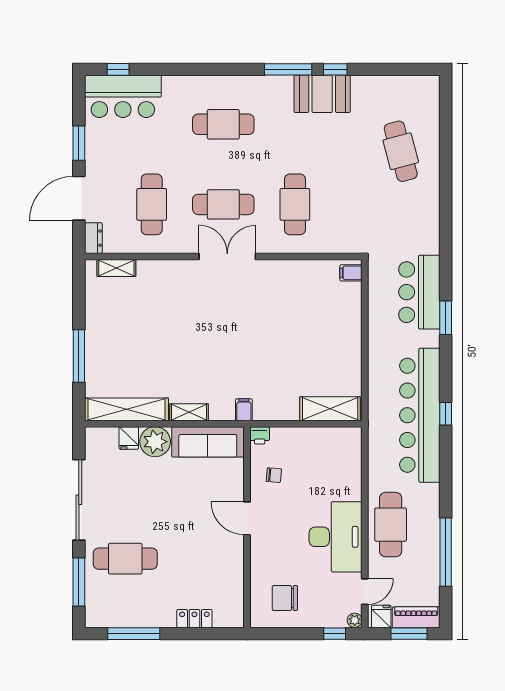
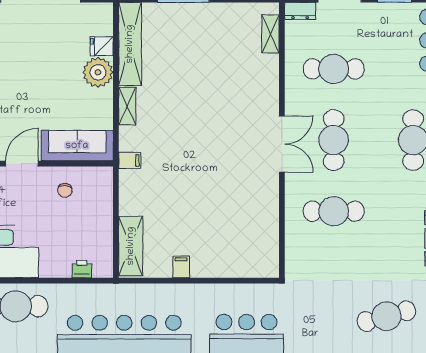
filing cabinet: (351, 273) -> (181, 267), moved
printer: (260, 435) -> (82, 269), moved, turned 90
sofa: (208, 442) -> (77, 146), moved, turned 90

